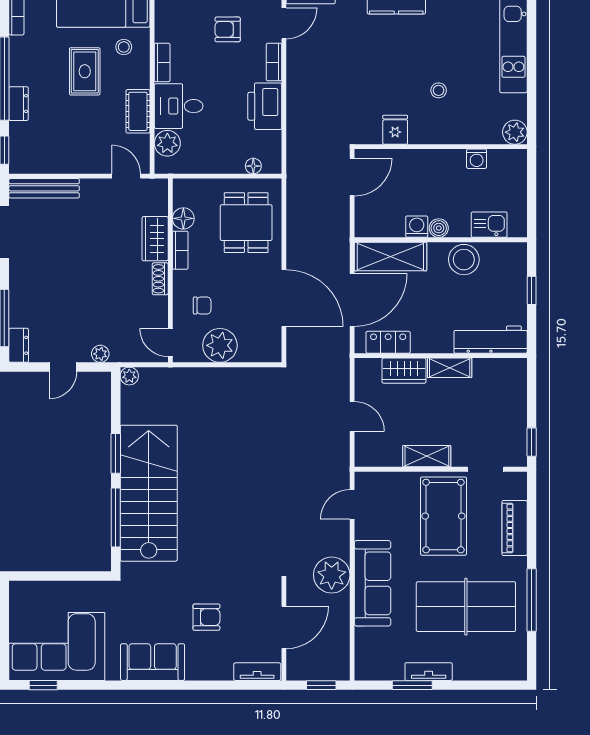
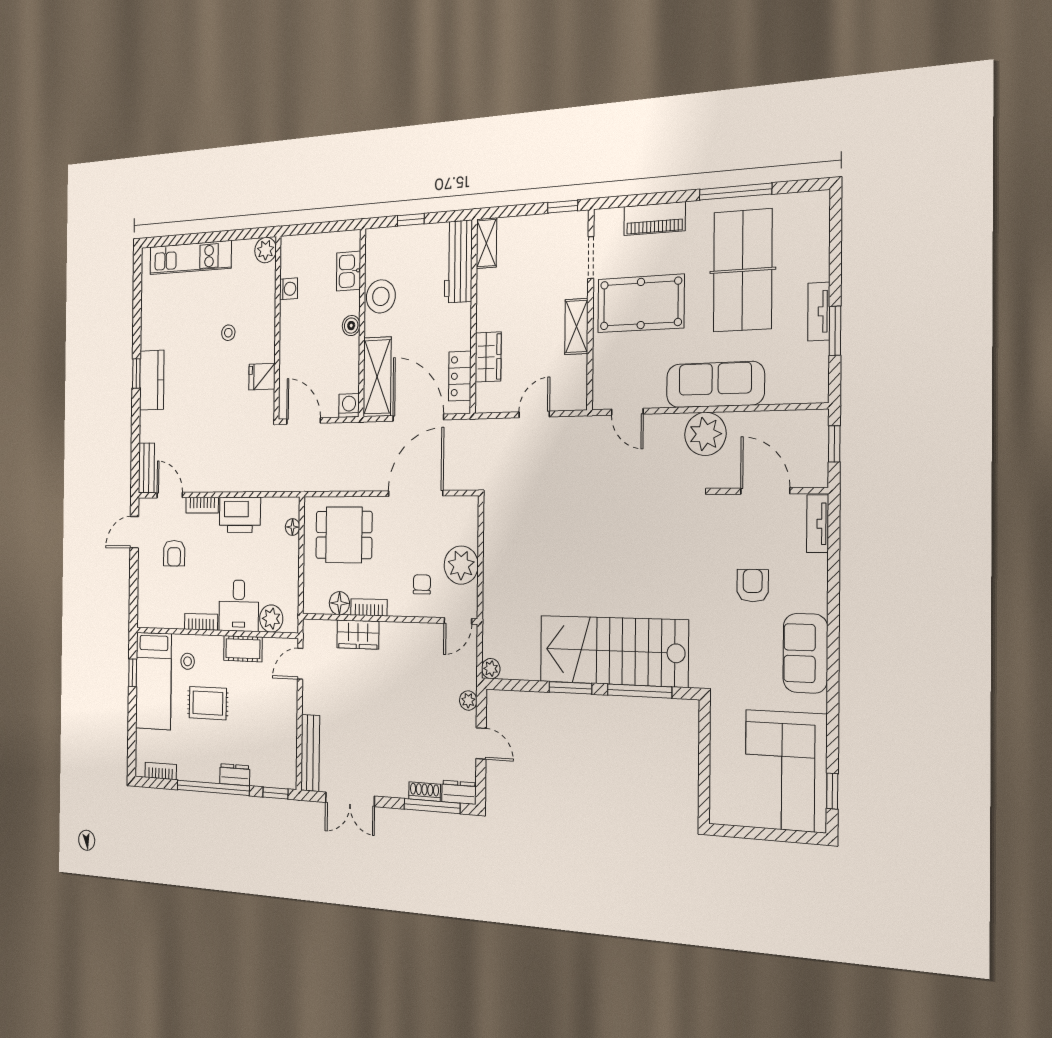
washing machine: (417, 227) -> (349, 405), moved, turned 90
shoe rack: (160, 279) -> (424, 792), moved, turned 180
shelving: (450, 368) -> (486, 243), moved

